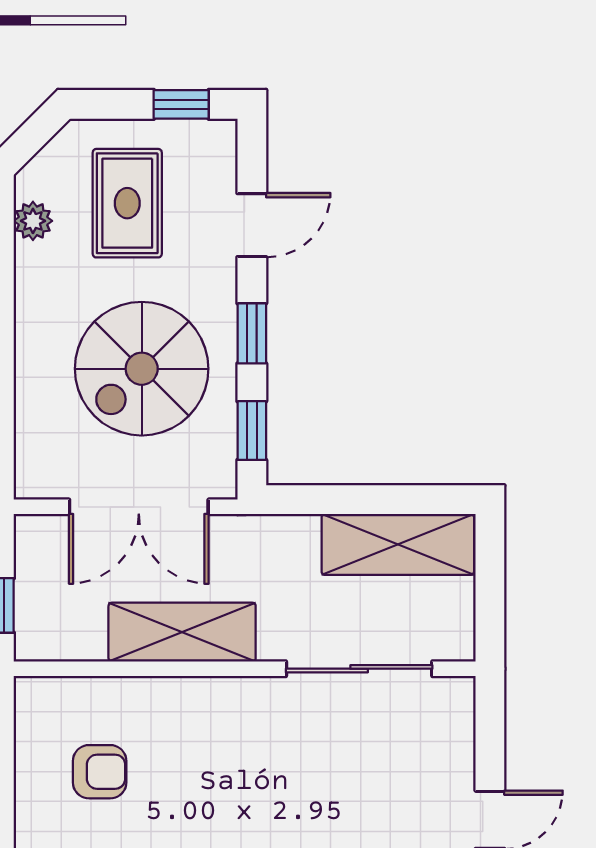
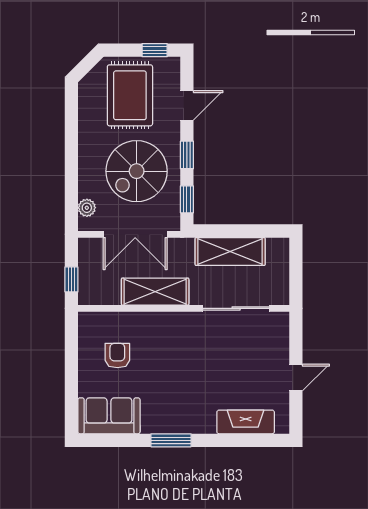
rug: (127, 203) -> (130, 95), width x1.36, depth x1.43
plant: (33, 221) -> (87, 208), moved
shelving: (398, 544) -> (230, 252), moved
armchair: (100, 772) -> (117, 356), turned -90

